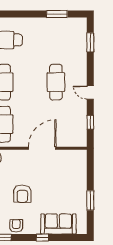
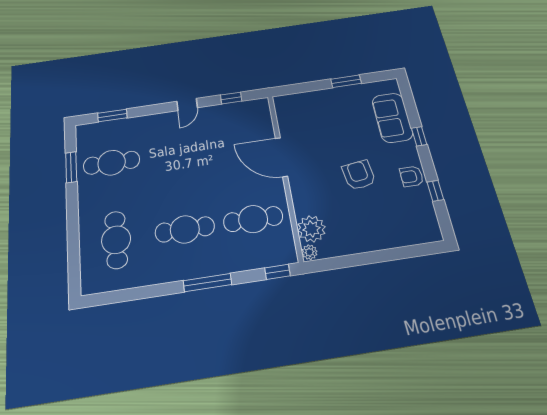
cafe table: (56, 82) -> (112, 163), moved
armchair: (22, 194) -> (359, 175), turned -98

